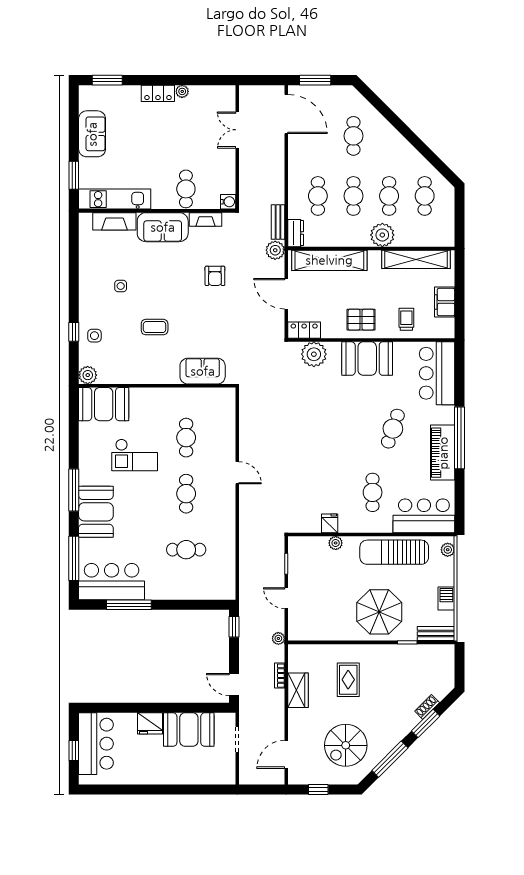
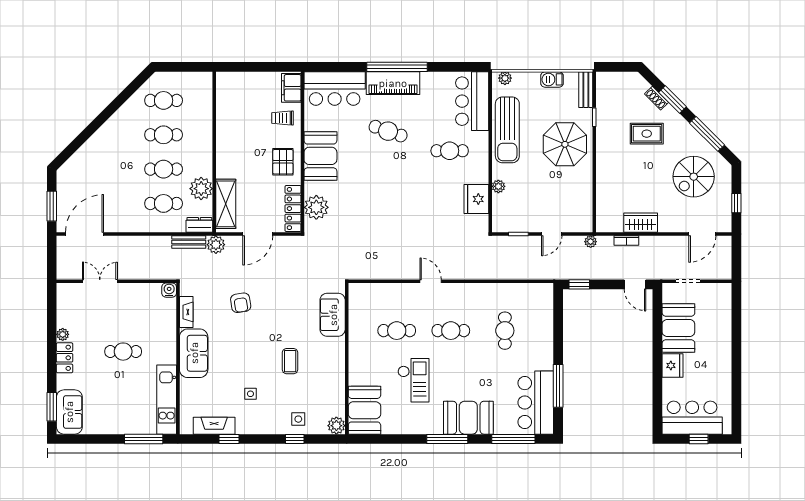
double door: (237, 130) -> (100, 281), swing flipped
sofa: (92, 134) -> (69, 412), moved, turned 90
cafe table: (353, 136) -> (106, 169), removed
window: (74, 175) -> (144, 439), width x1.44
cafe table: (186, 189) -> (123, 352), moved
fireplace: (114, 221) -> (214, 426), moved, turned -90
plant: (382, 235) -> (201, 189), moved
shelving: (416, 259) -> (225, 109), removed
shelving: (329, 260) -> (226, 204), width x0.68
window: (74, 264) -> (229, 439), added
armchair: (215, 276) -> (241, 303), turned 81
filing cabinet: (445, 302) -> (291, 88), moved, turned 90
locker: (304, 330) -> (293, 209), width x1.53
piano: (443, 453) -> (393, 83), moved
door: (237, 473) -> (431, 281), hinge flipped
fridge: (330, 523) -> (476, 199), width x1.88, depth x1.34
rug: (348, 680) -> (647, 134), moved
door: (234, 685) -> (635, 284), hinge flipped
spiral stairs: (346, 745) -> (694, 177), turned 90
door: (286, 754) -> (702, 234), hinge flipped

